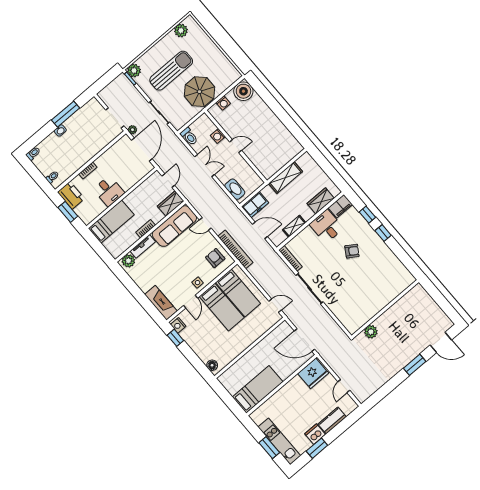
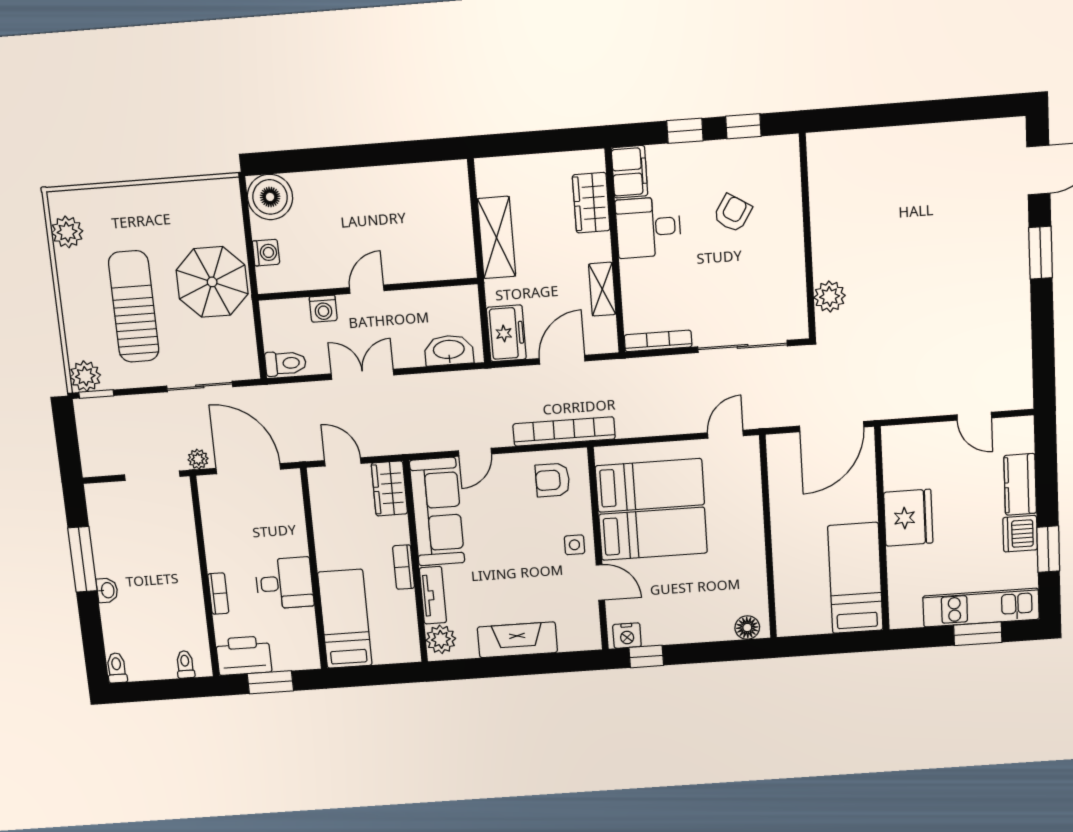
fireplace: (161, 303) -> (517, 640), moved
wall: (385, 309) -> (807, 237), moved
plant: (371, 332) -> (830, 297), moved
fridge: (313, 373) -> (908, 518), moved

